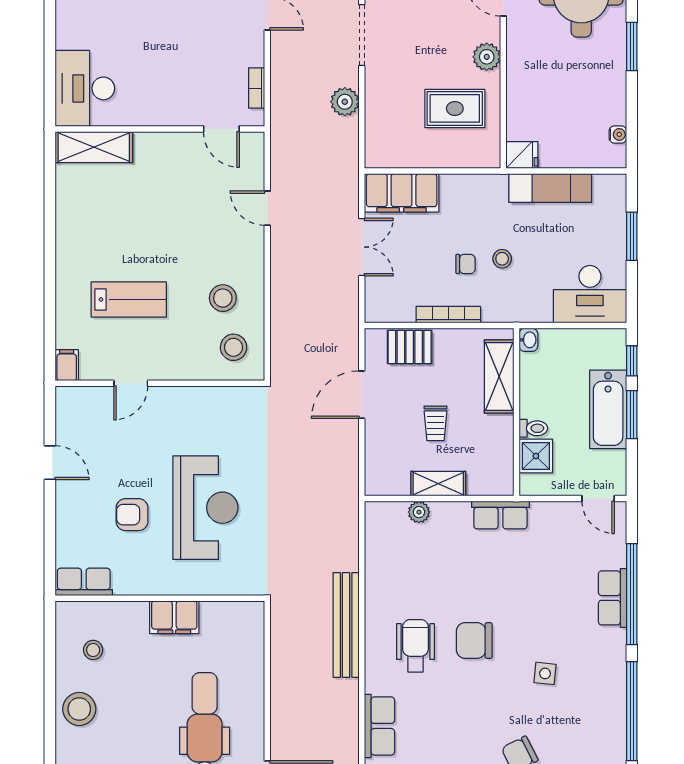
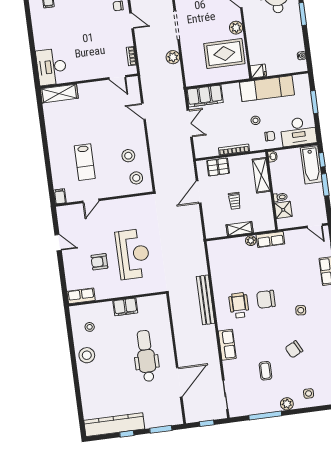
rug: (455, 108) -> (224, 54), width x1.36, depth x1.43
exam couch: (550, 188) -> (267, 89), width x1.36, depth x1.45
chair: (465, 264) -> (270, 136), moved
lab bench: (129, 299) -> (85, 162), turned 90
bathtub: (608, 409) -> (311, 165), moved
plant: (419, 512) -> (251, 241), moved

